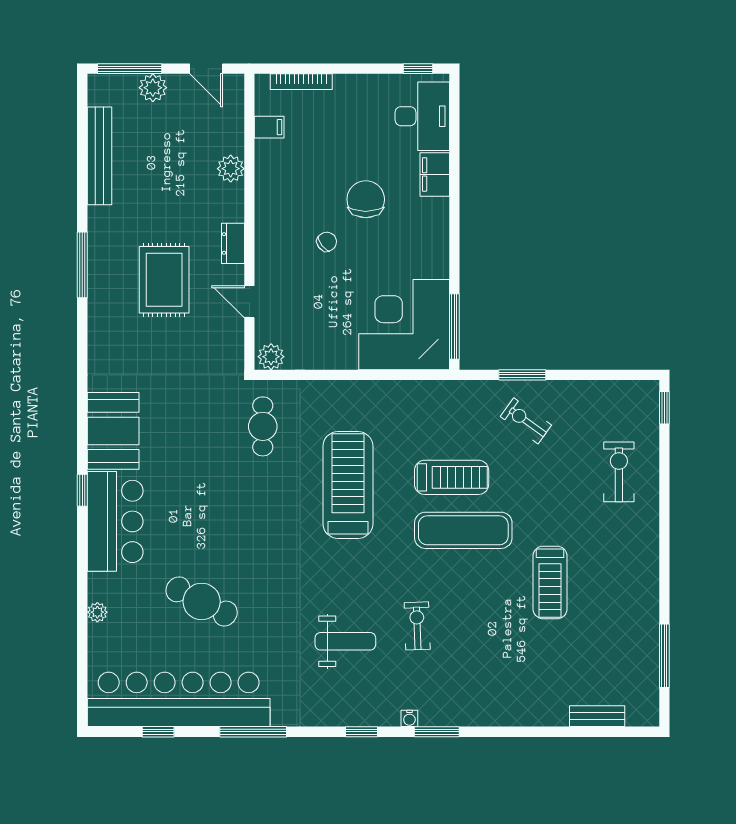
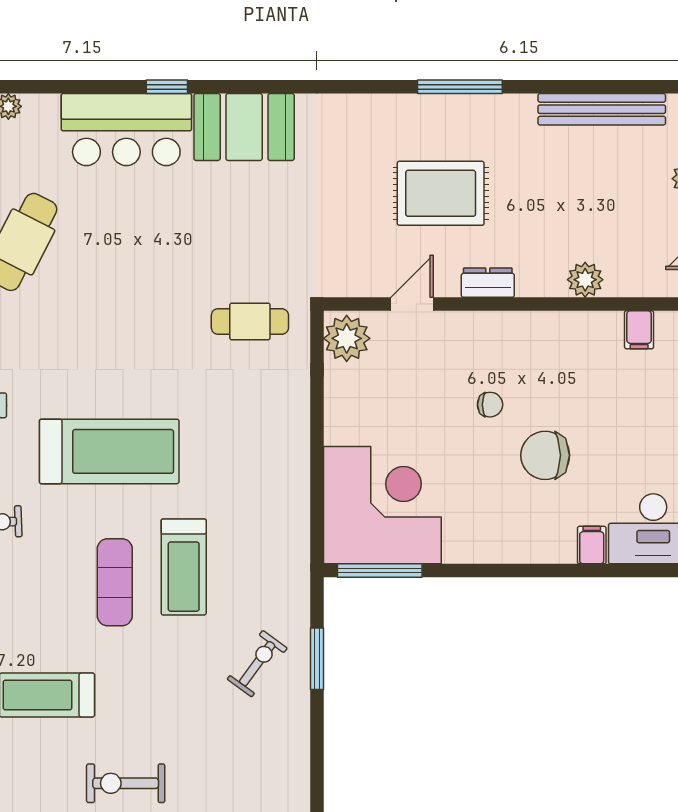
filing cabinet: (435, 174) -> (592, 545), width x0.50
chair: (366, 199) -> (545, 455), turned 180
chair: (327, 242) -> (490, 405), turned -52
plant: (271, 357) -> (347, 338), width x1.36, depth x1.36
exercise bike: (619, 472) -> (126, 783), moved, turned 180
treadmill: (348, 485) -> (109, 451), moved
exercise mat: (463, 530) -> (115, 582), width x0.73, depth x0.69

